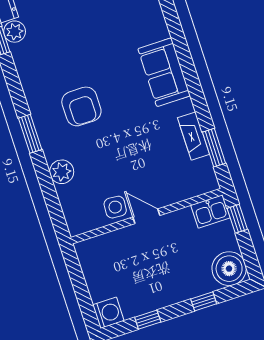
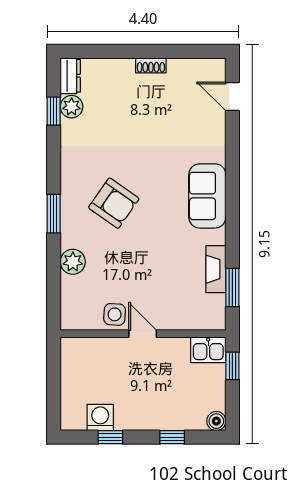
armchair: (81, 106) -> (114, 203), turned -55
boiler: (229, 269) -> (216, 421), width x0.54, depth x0.54
washing machine: (108, 313) -> (100, 418), moved, turned -90

